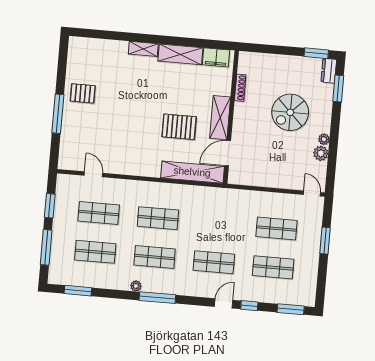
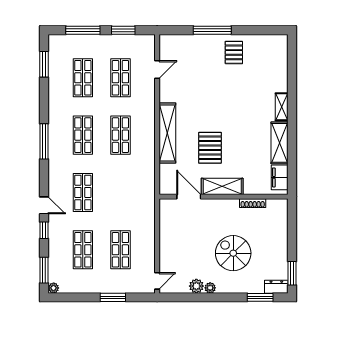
shelving: (192, 172) -> (167, 133), moved
plant: (136, 286) -> (54, 288), moved

